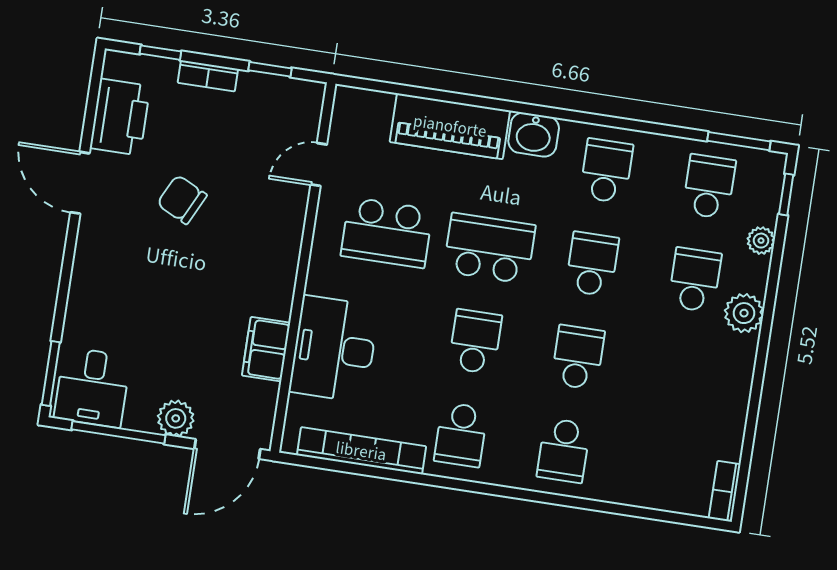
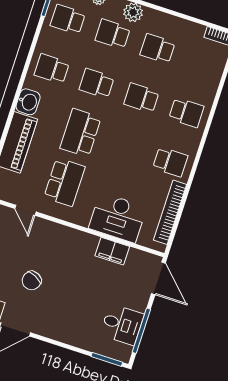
school desk: (475, 342) -> (157, 49), moved
desk: (92, 387) -> (122, 325), moved
plant: (176, 418) -> (139, 301), removed

